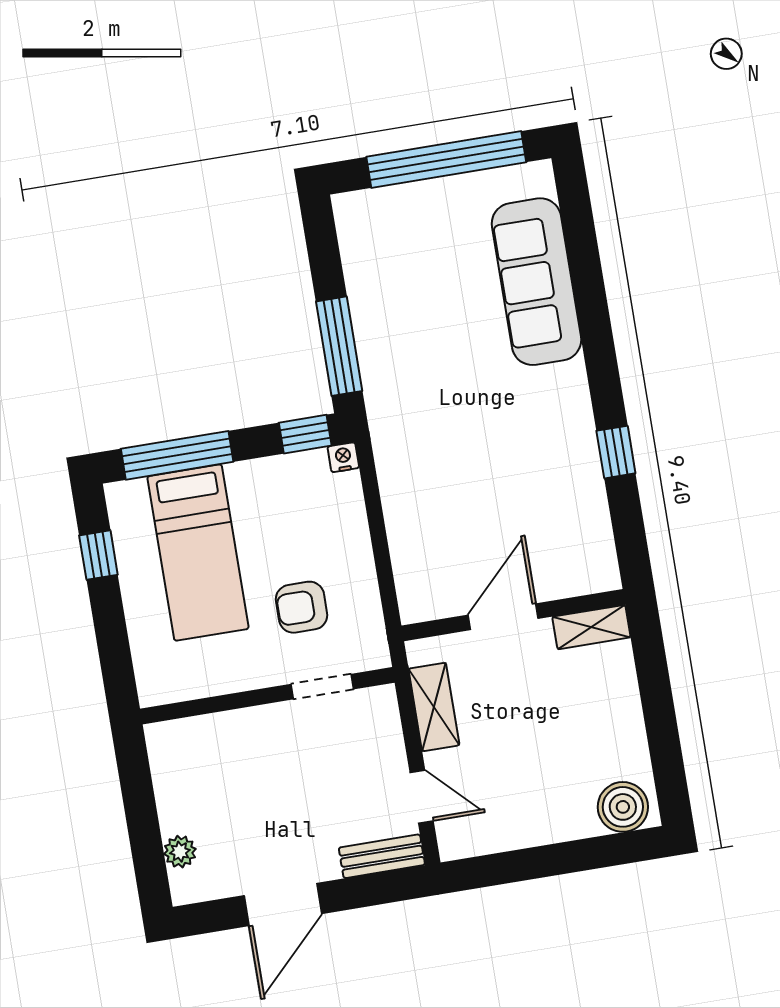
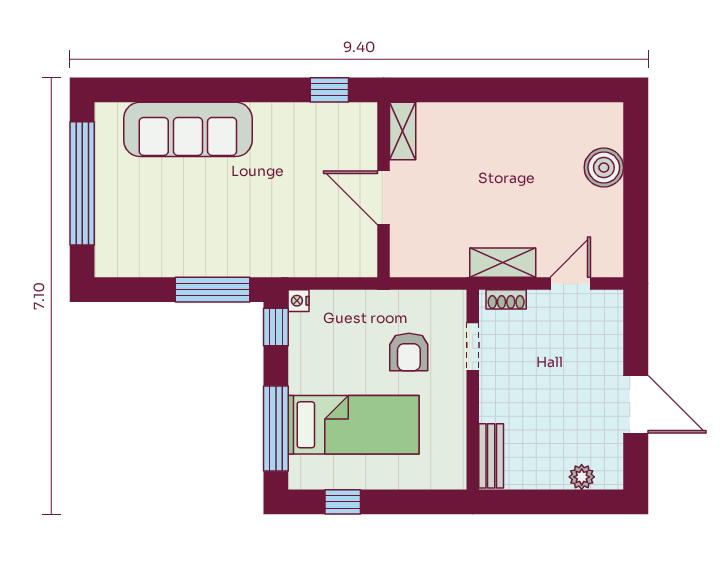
wall: (513, 615) -> (384, 190), moved
door: (503, 617) -> (384, 198), moved
shelving: (591, 627) -> (403, 131), moved
shoe rack: (388, 719) -> (506, 299), added
boiler: (623, 807) -> (604, 168), moved
bench: (382, 856) -> (491, 456), moved

